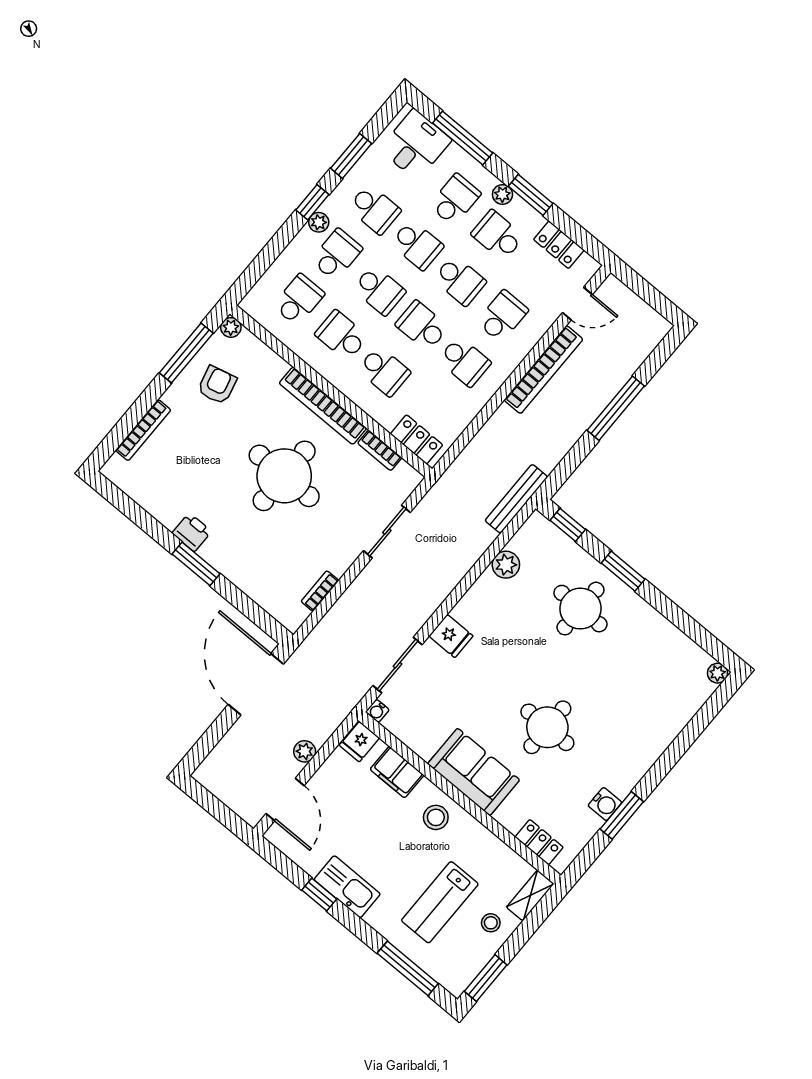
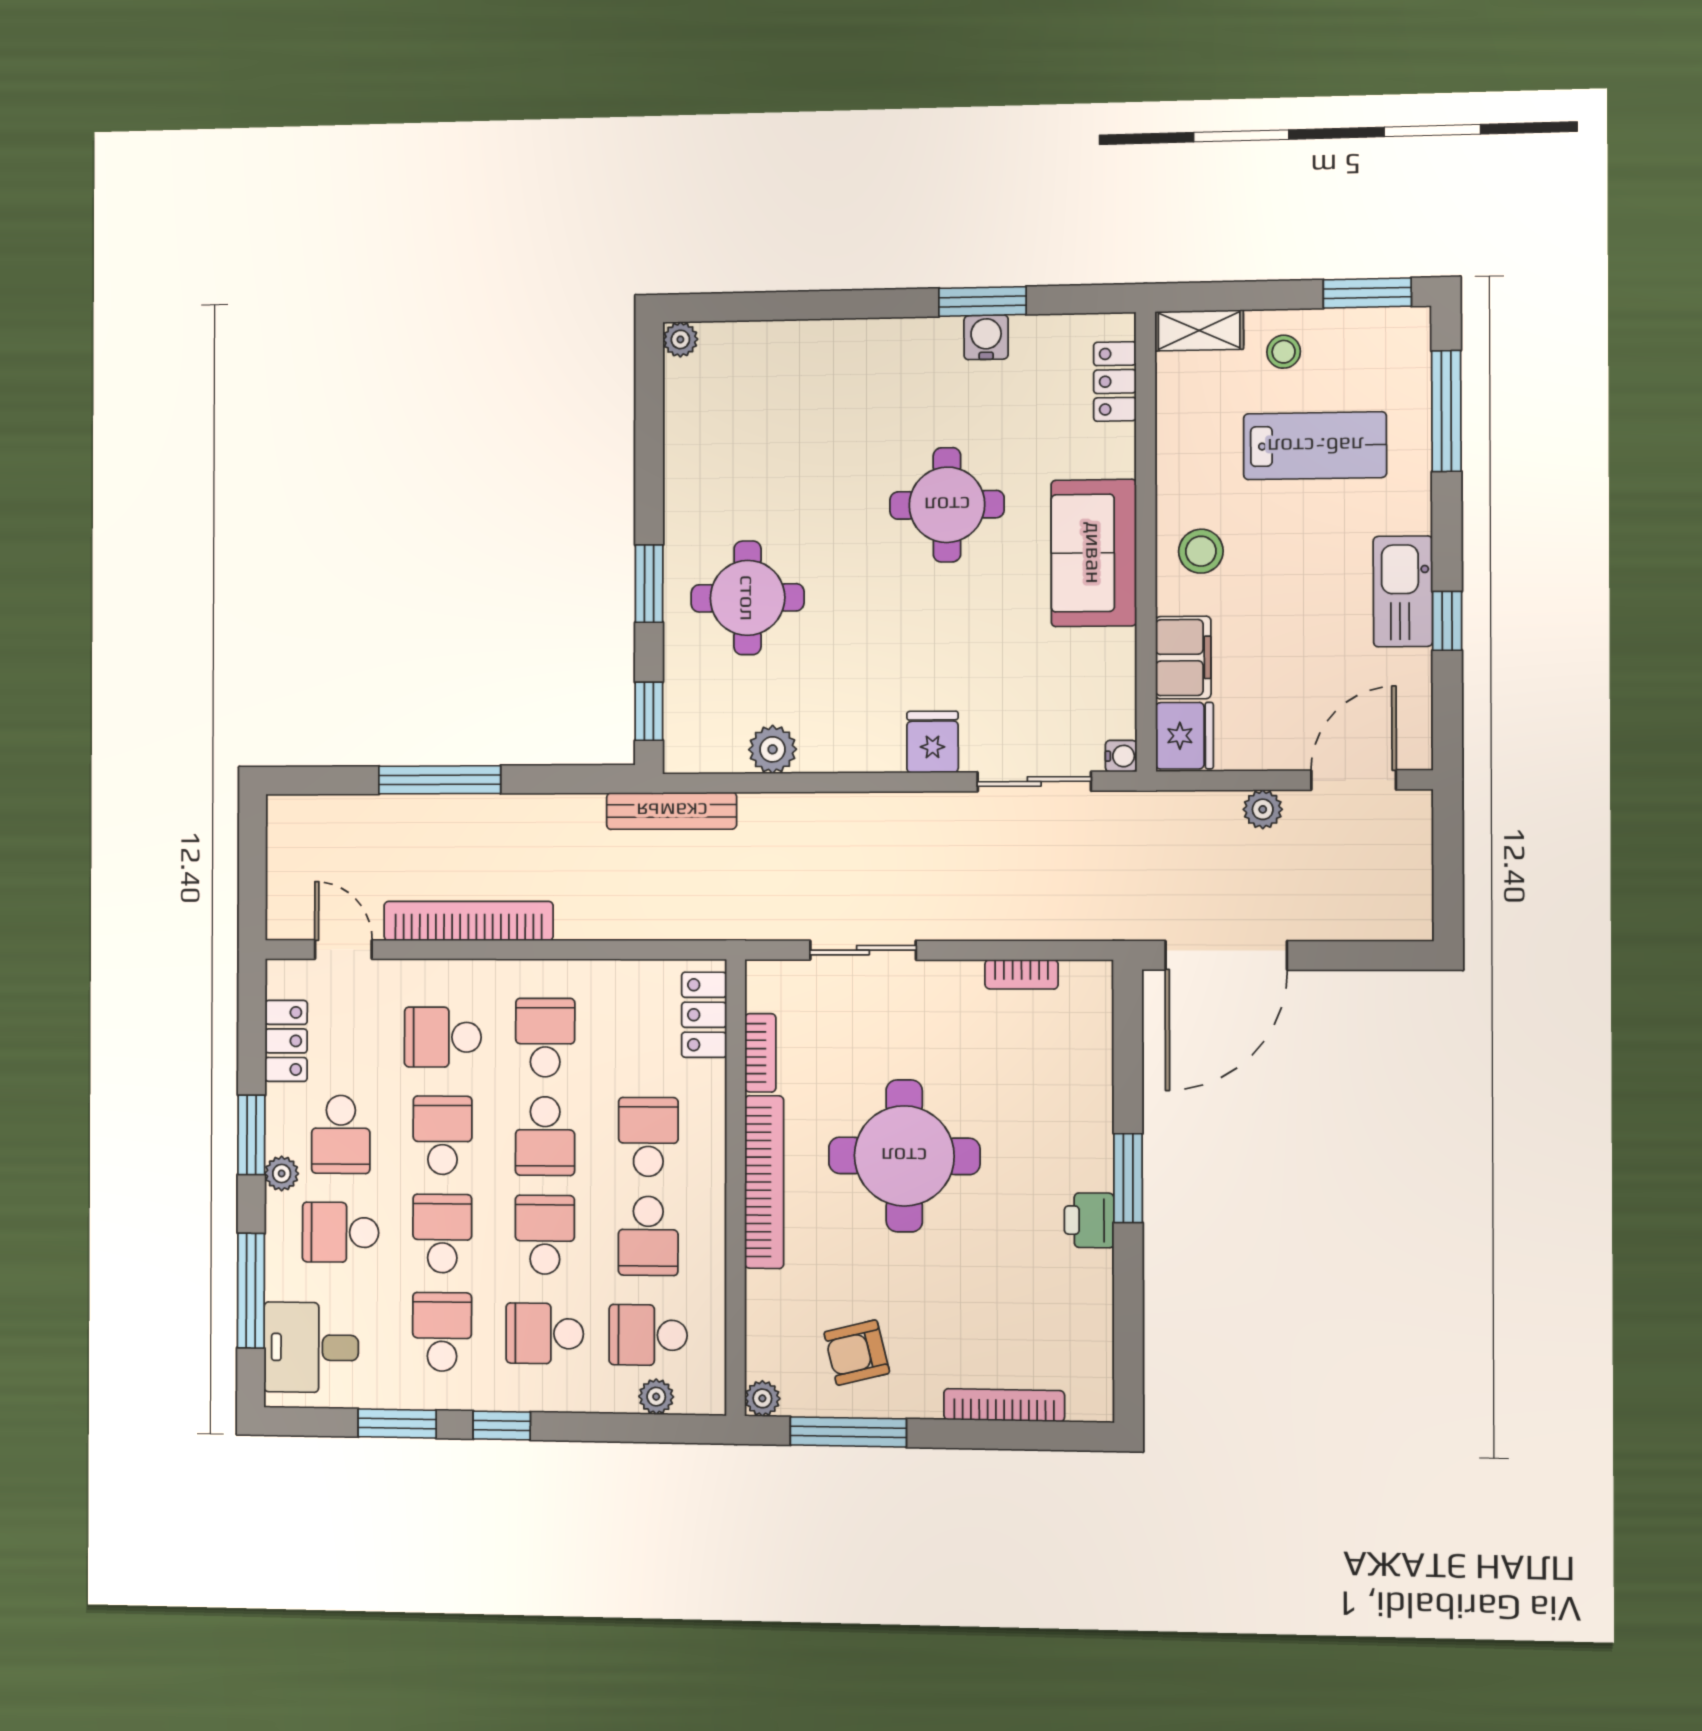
plant: (319, 222) -> (656, 1397), moved
fridge: (359, 742) -> (1184, 736), width x1.38

